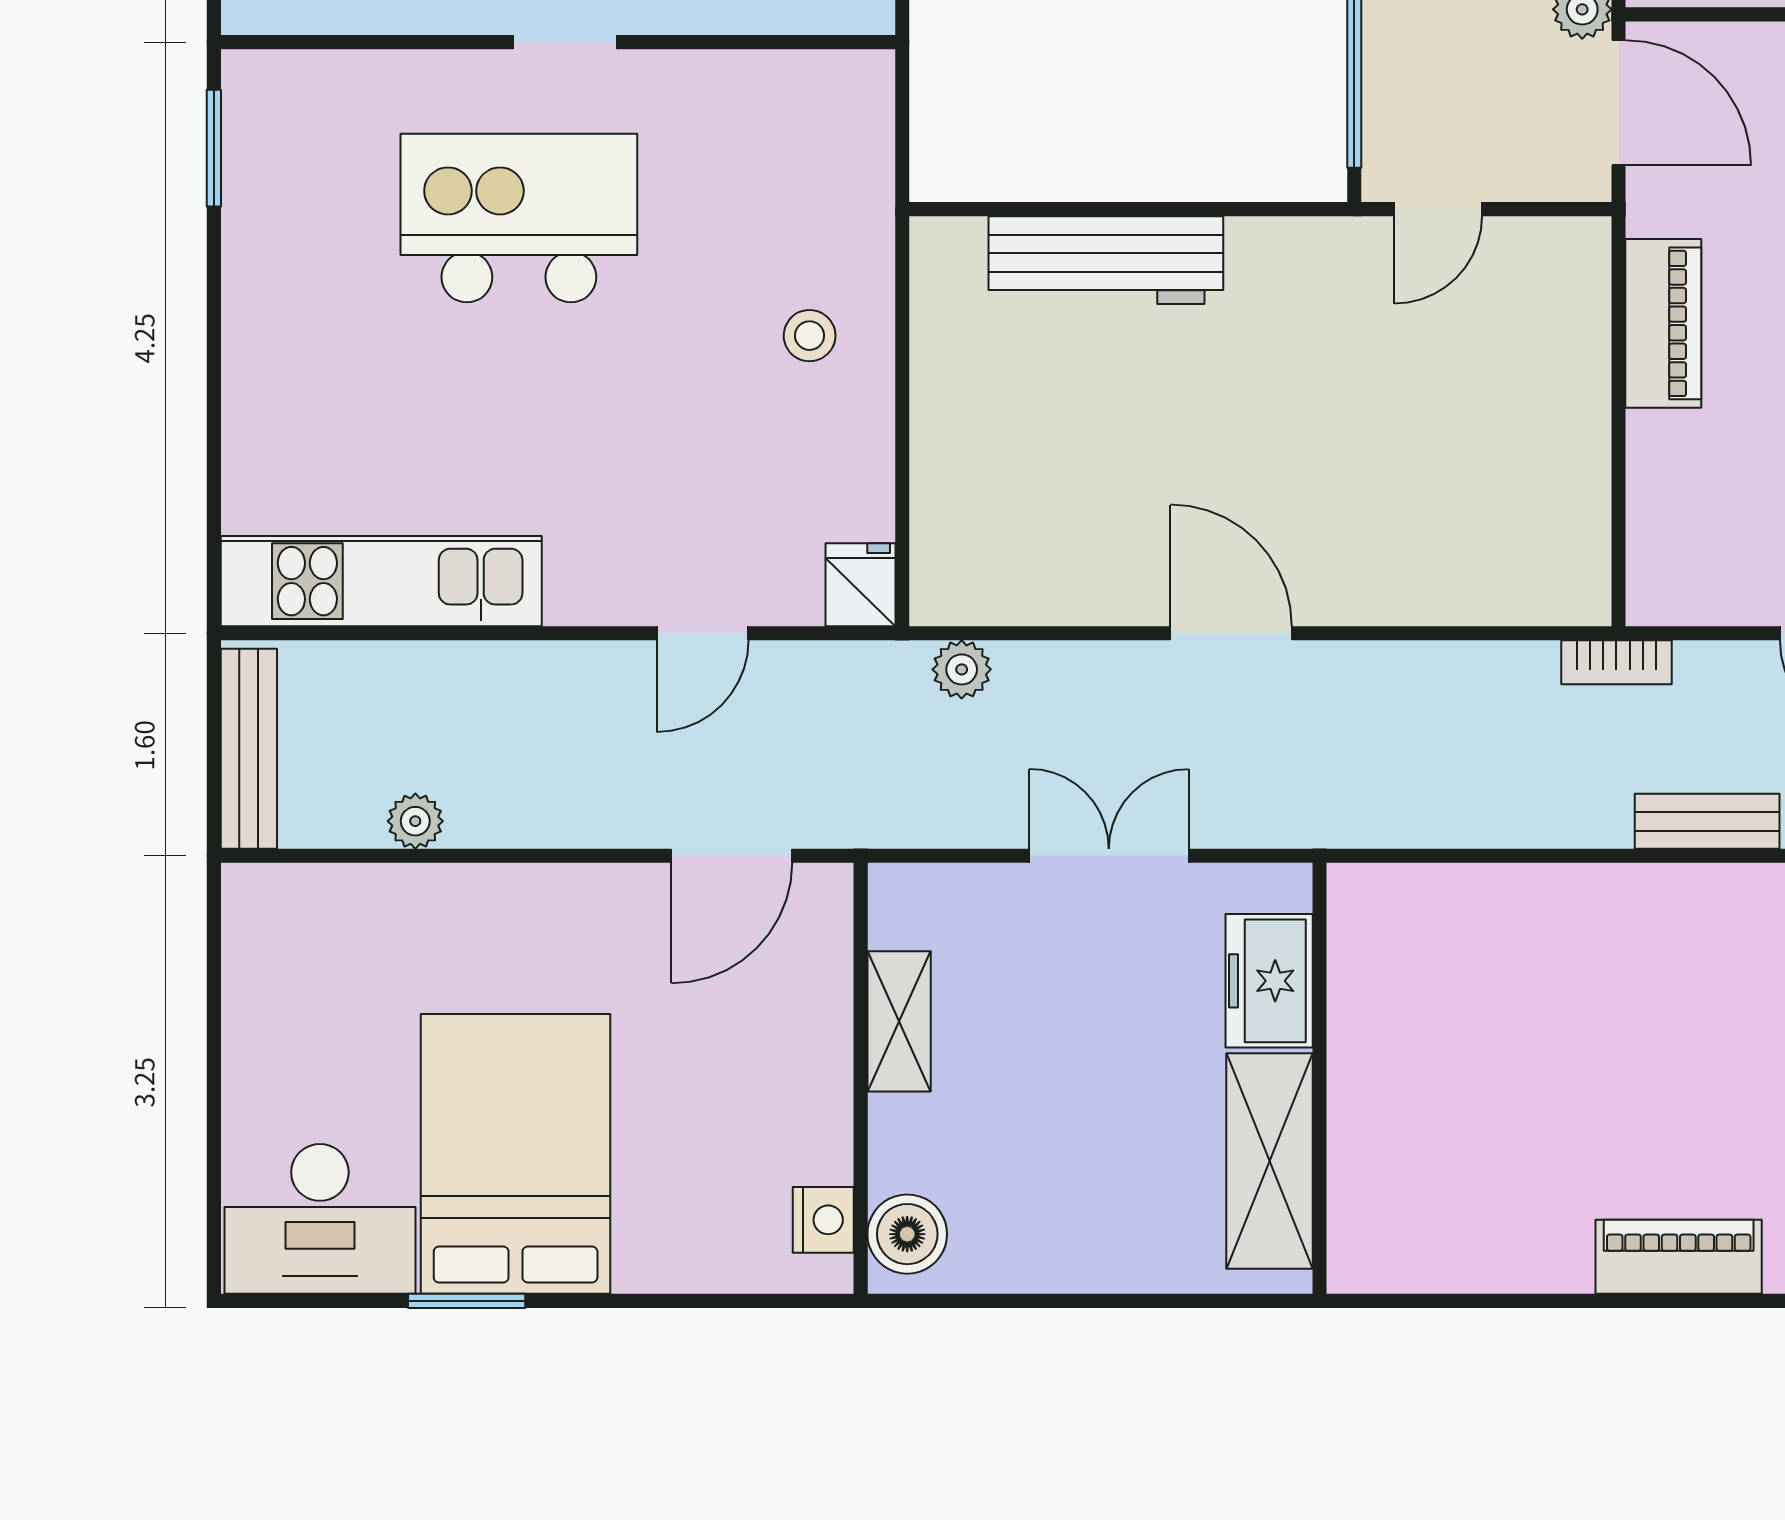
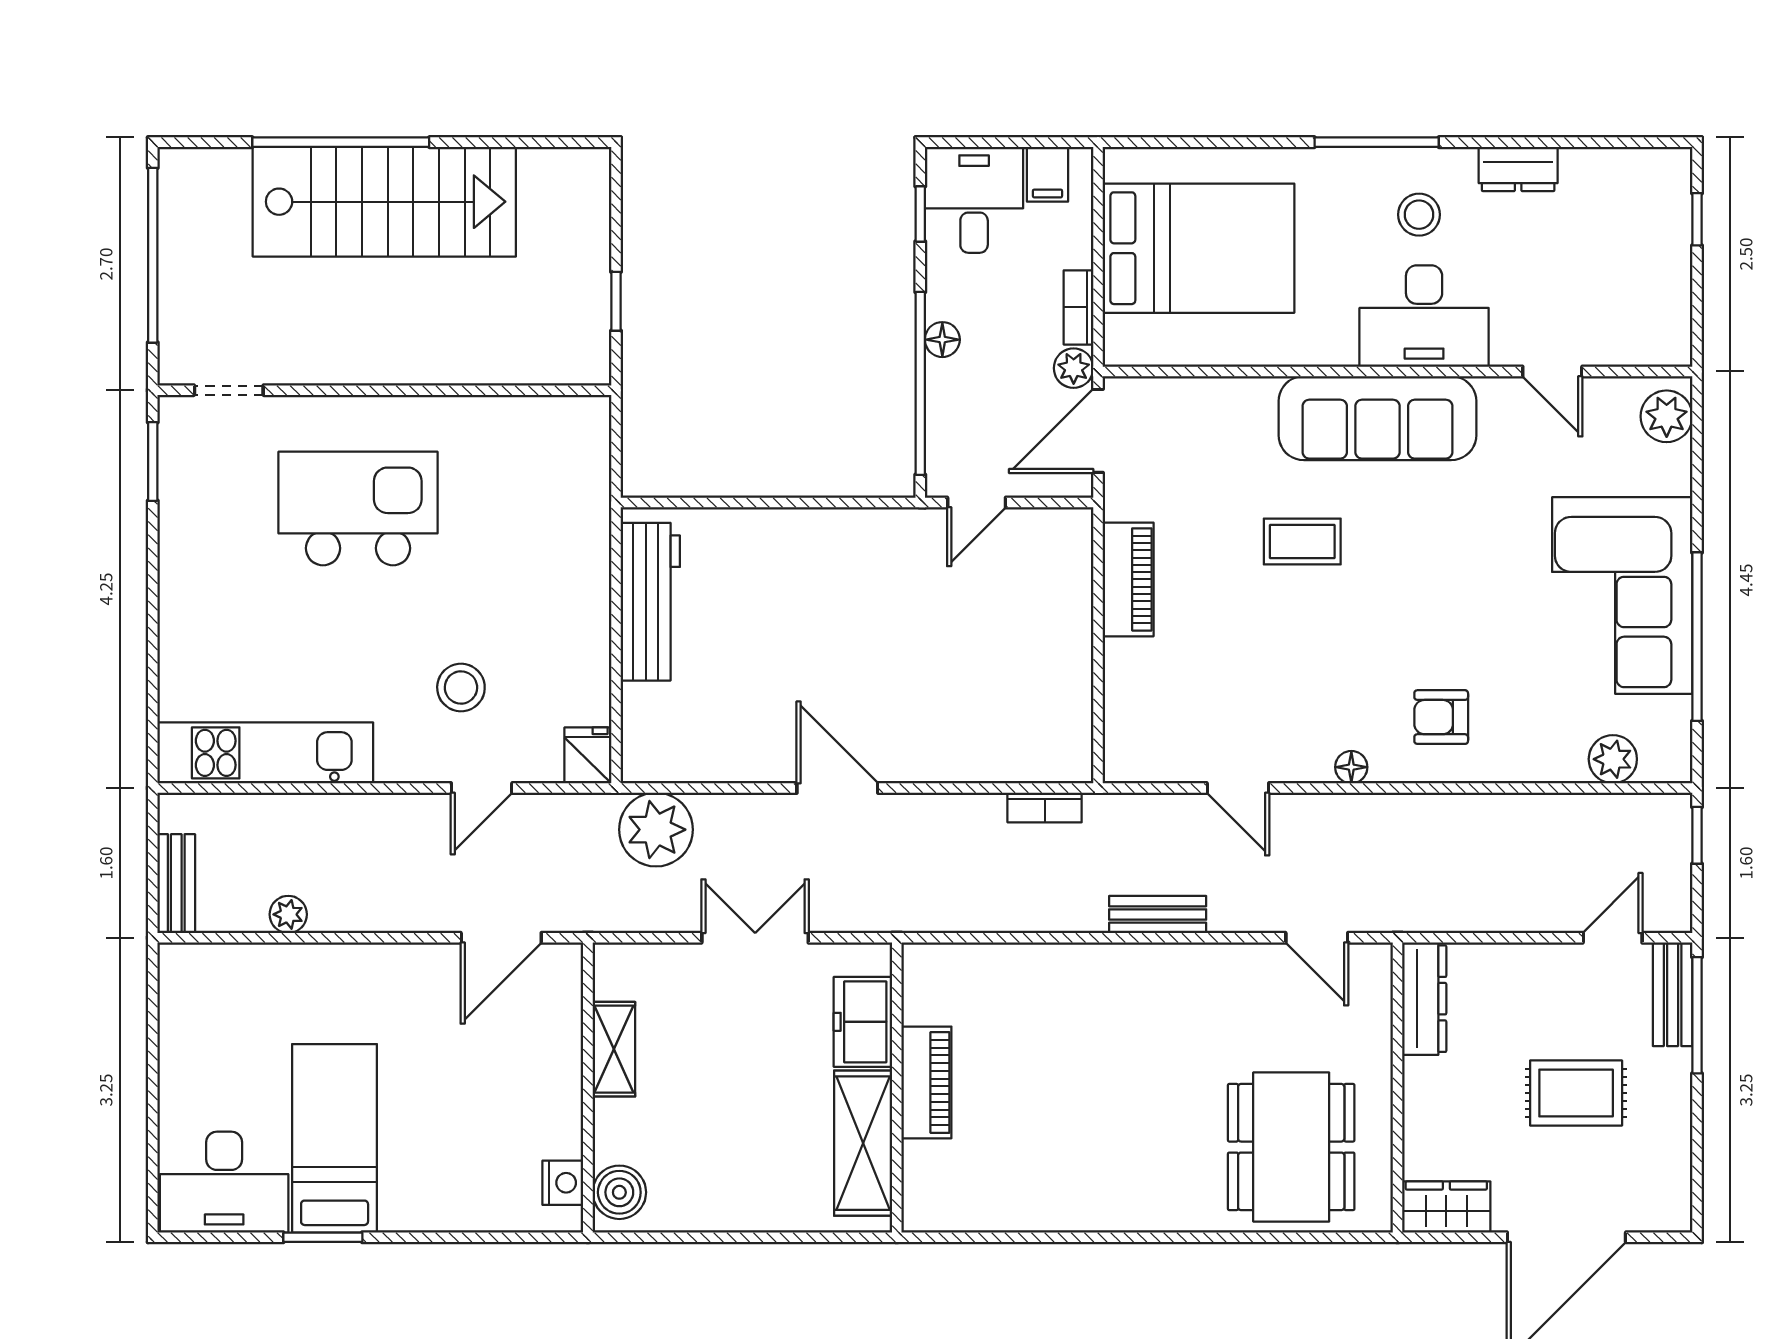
doorway: (565, 42) -> (229, 390), moved
door: (1619, 103) -> (1098, 431), swing flipped
workbench: (1106, 260) -> (650, 602), moved, turned -90
stool: (810, 336) -> (461, 687), moved, width x1.37, depth x1.37
bookcase: (1616, 662) -> (1045, 808), moved
plant: (962, 669) -> (656, 830), width x1.87, depth x1.87
bench: (249, 749) -> (176, 884), width x0.73
bed: (516, 1154) -> (335, 1138), width x0.67
piano: (1679, 1257) -> (926, 1082), moved, turned 90

